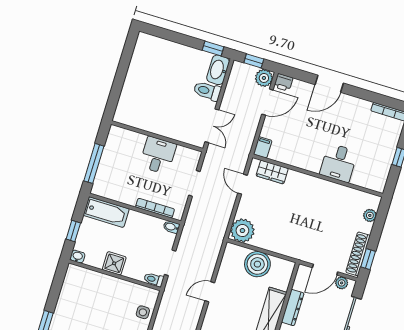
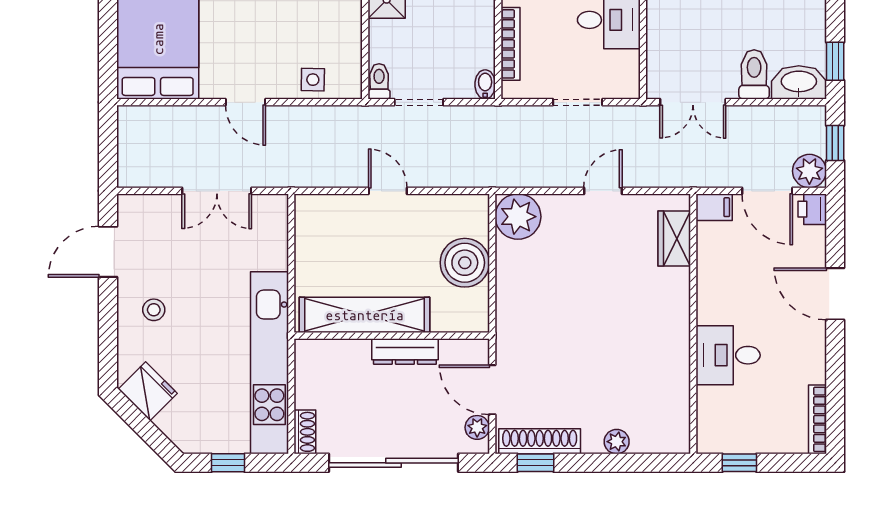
filing cabinet: (263, 147) -> (714, 207), moved
desk: (339, 163) -> (728, 355), moved
wardrobe: (272, 172) -> (674, 238), moved
wall: (318, 175) -> (693, 324), moved

